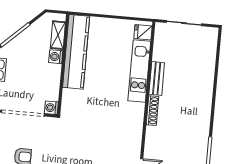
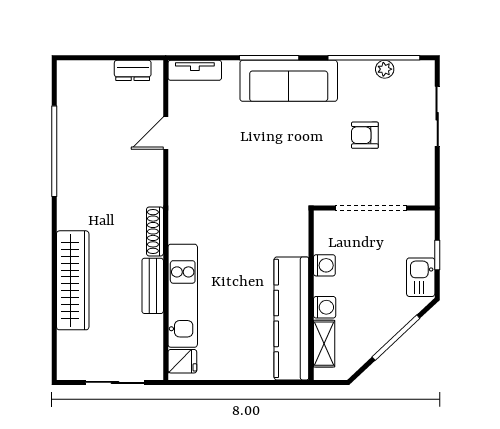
wardrobe: (204, 86) -> (73, 280), added
washing machine: (51, 108) -> (324, 265), moved

